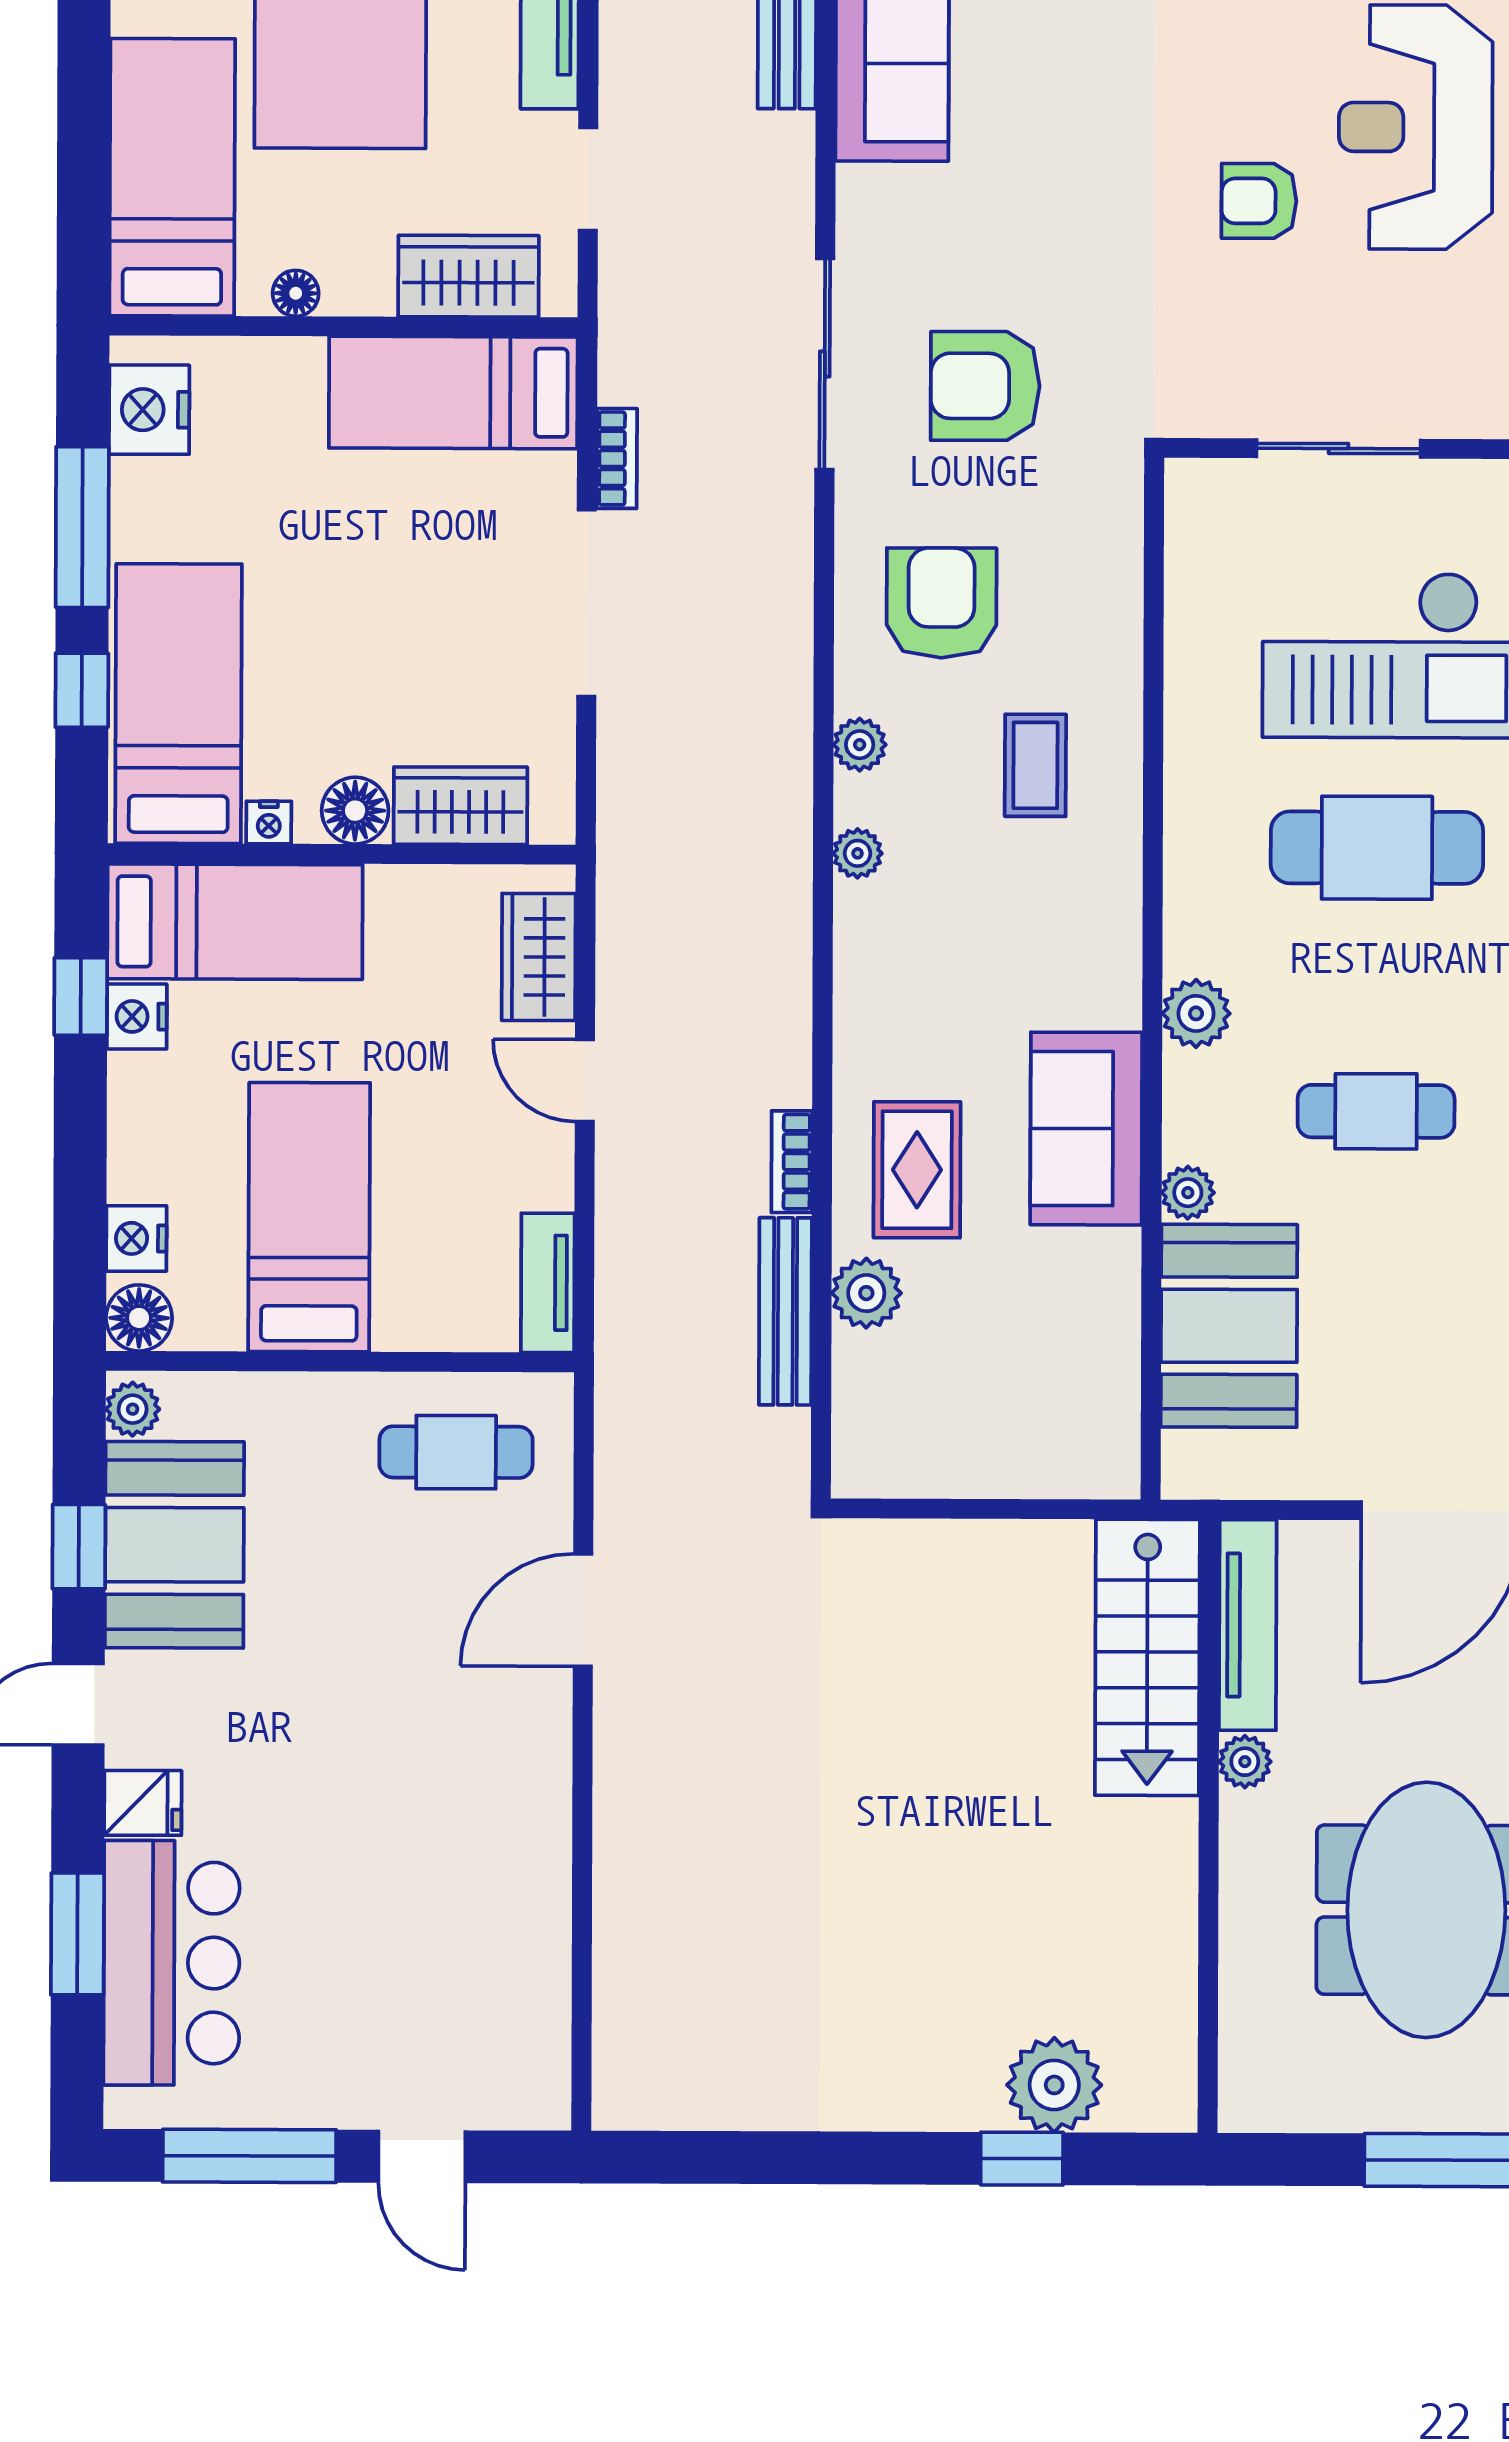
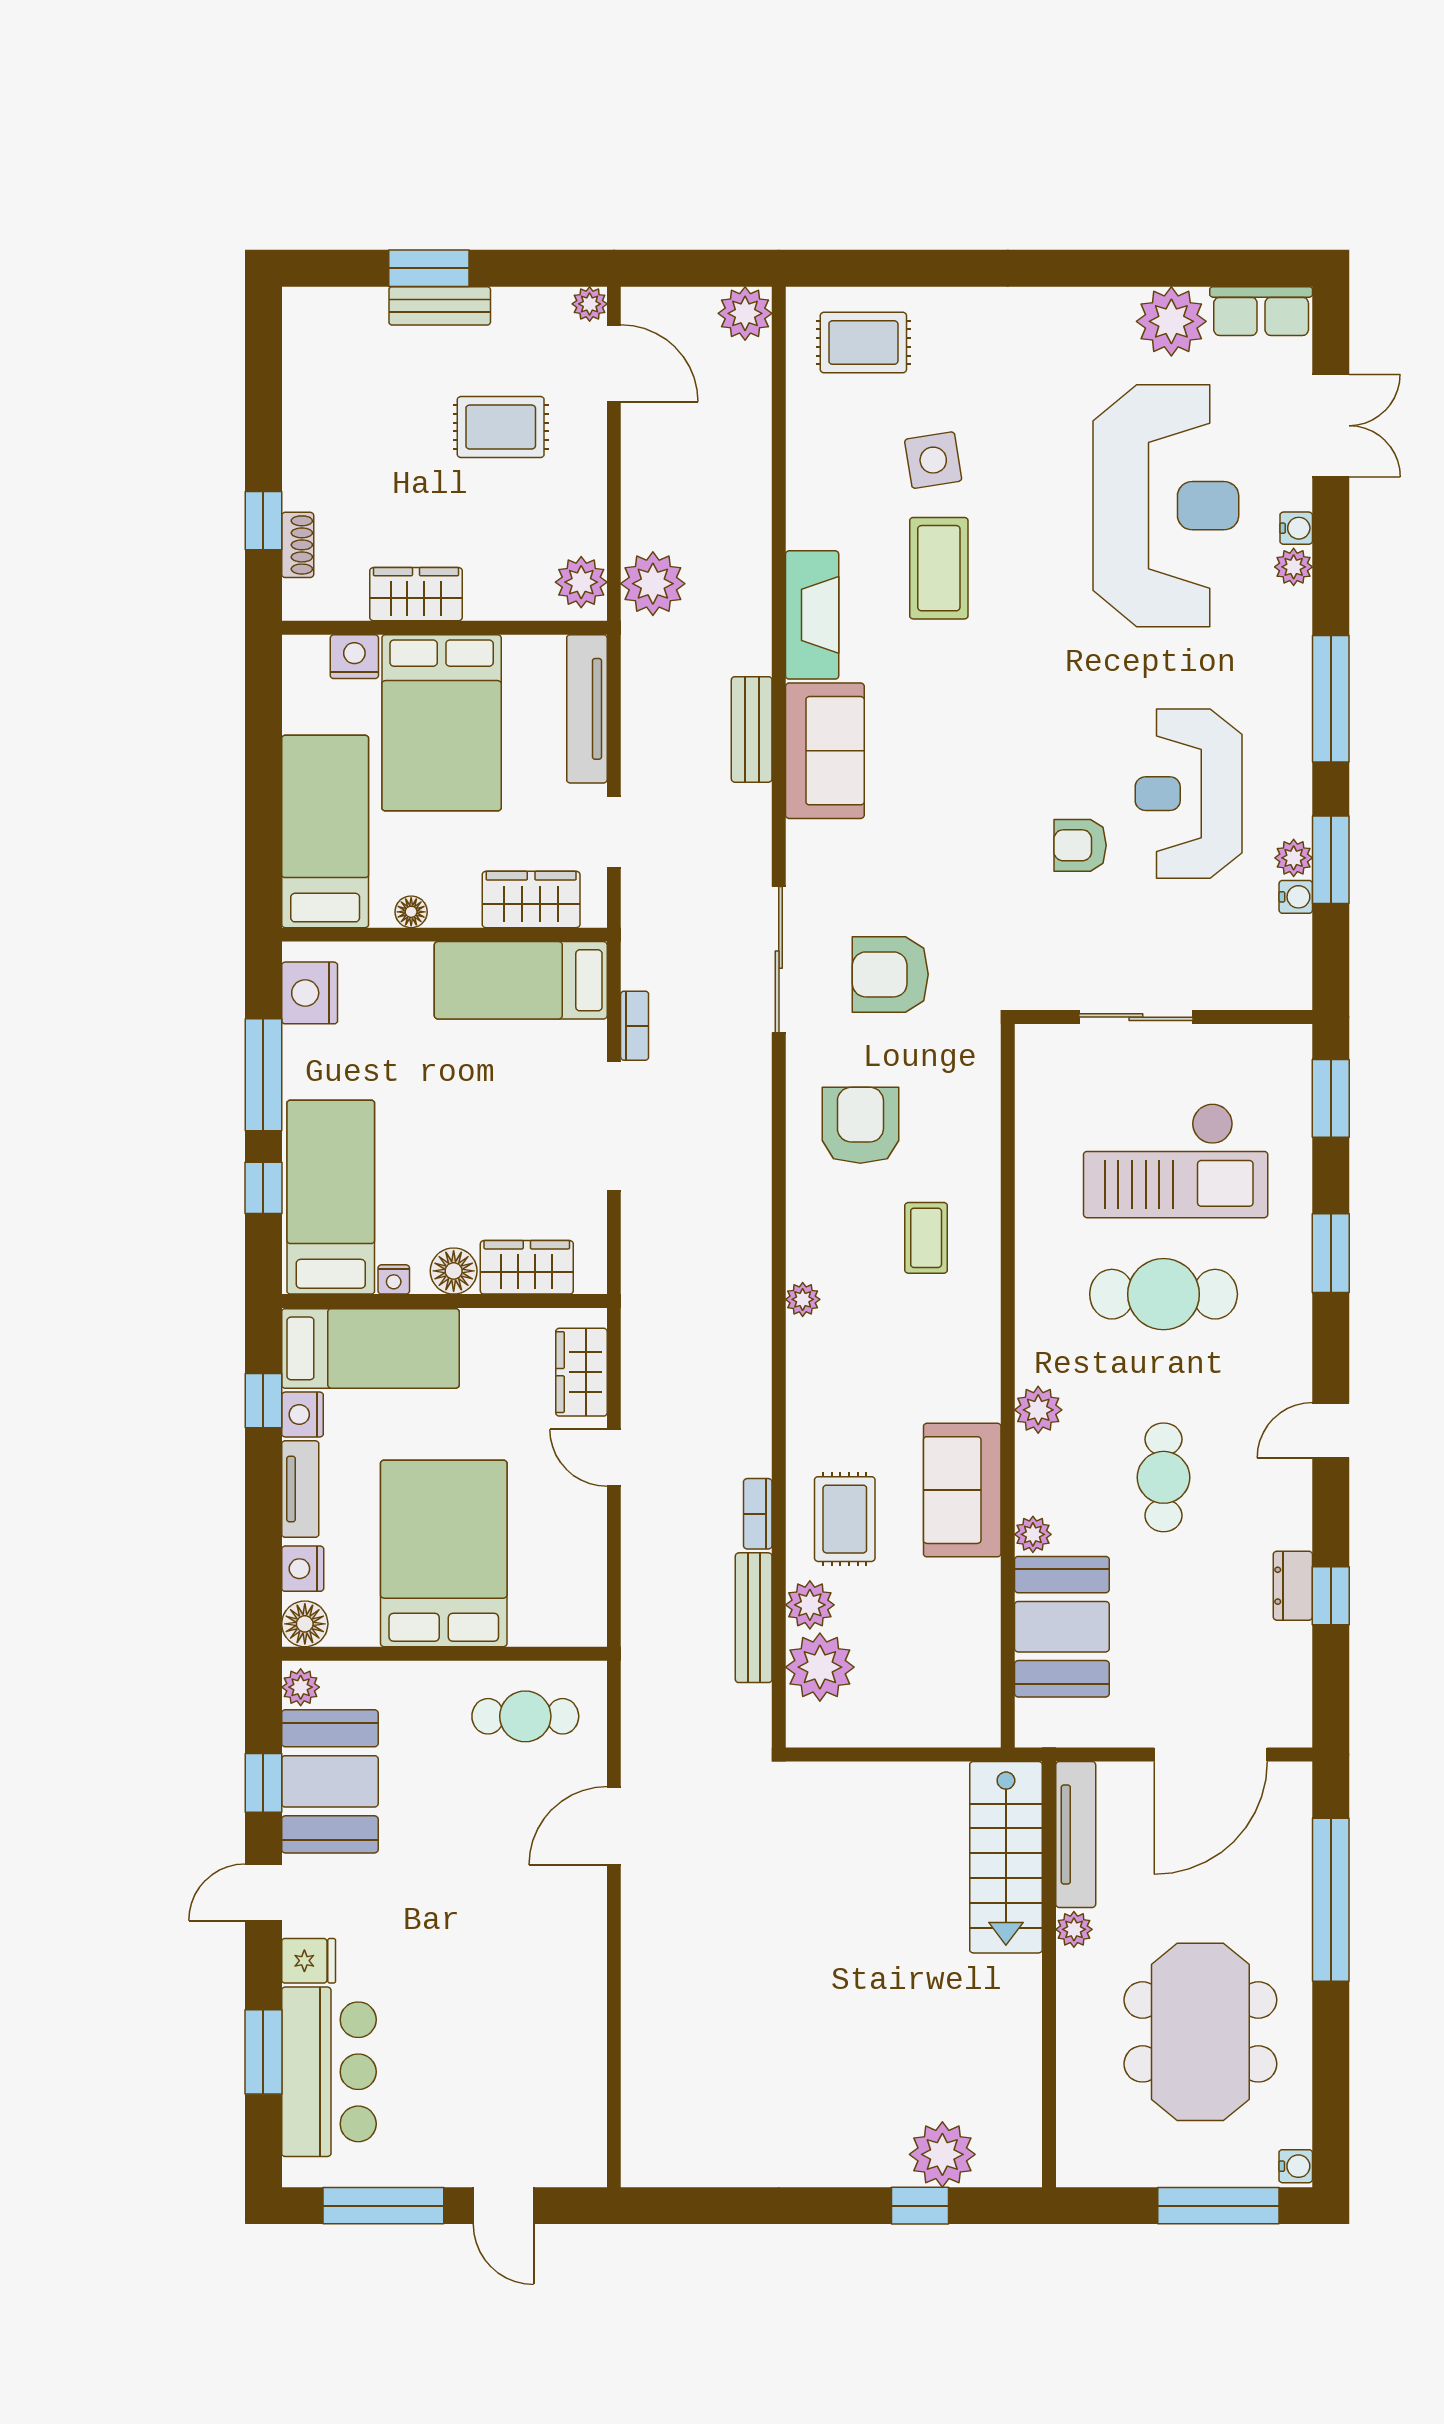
plant: (860, 745) -> (820, 1667), moved, width x1.88, depth x1.88
cafe table: (1376, 1111) -> (1164, 1477), turned 90
bed: (309, 1217) -> (444, 1553), width x1.50
tv unit: (548, 1283) -> (300, 1489), moved, turned 180

